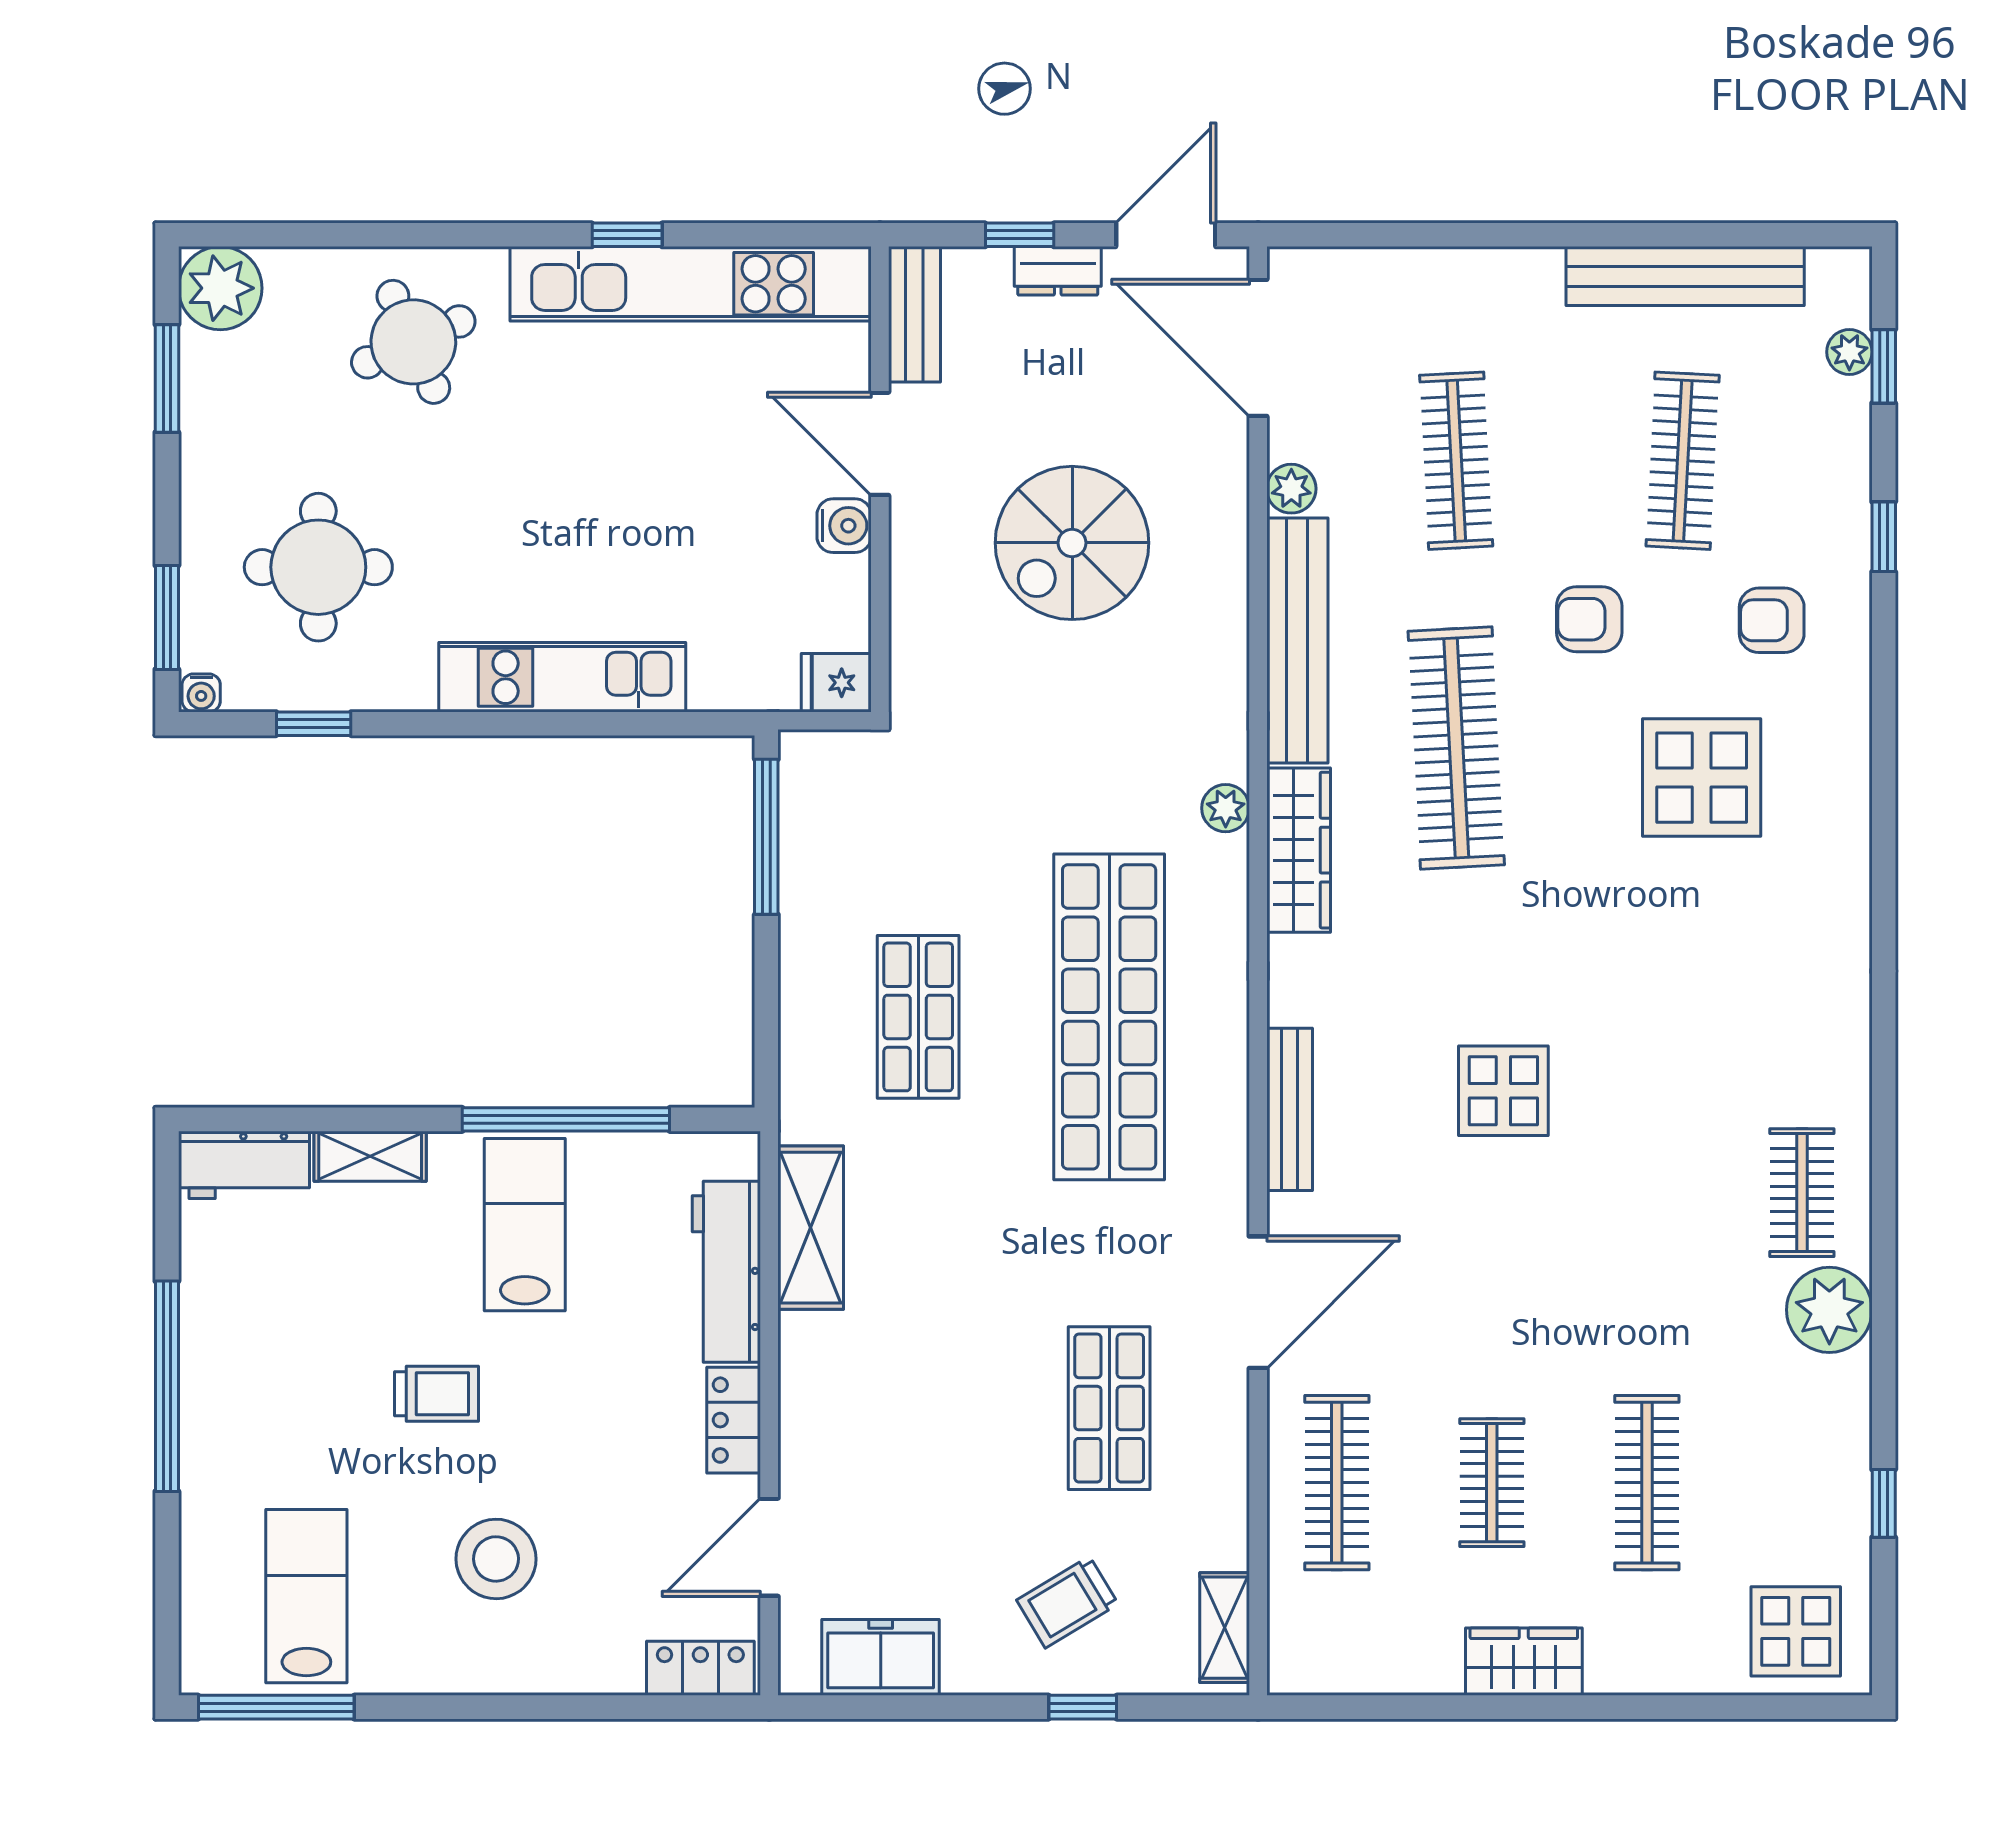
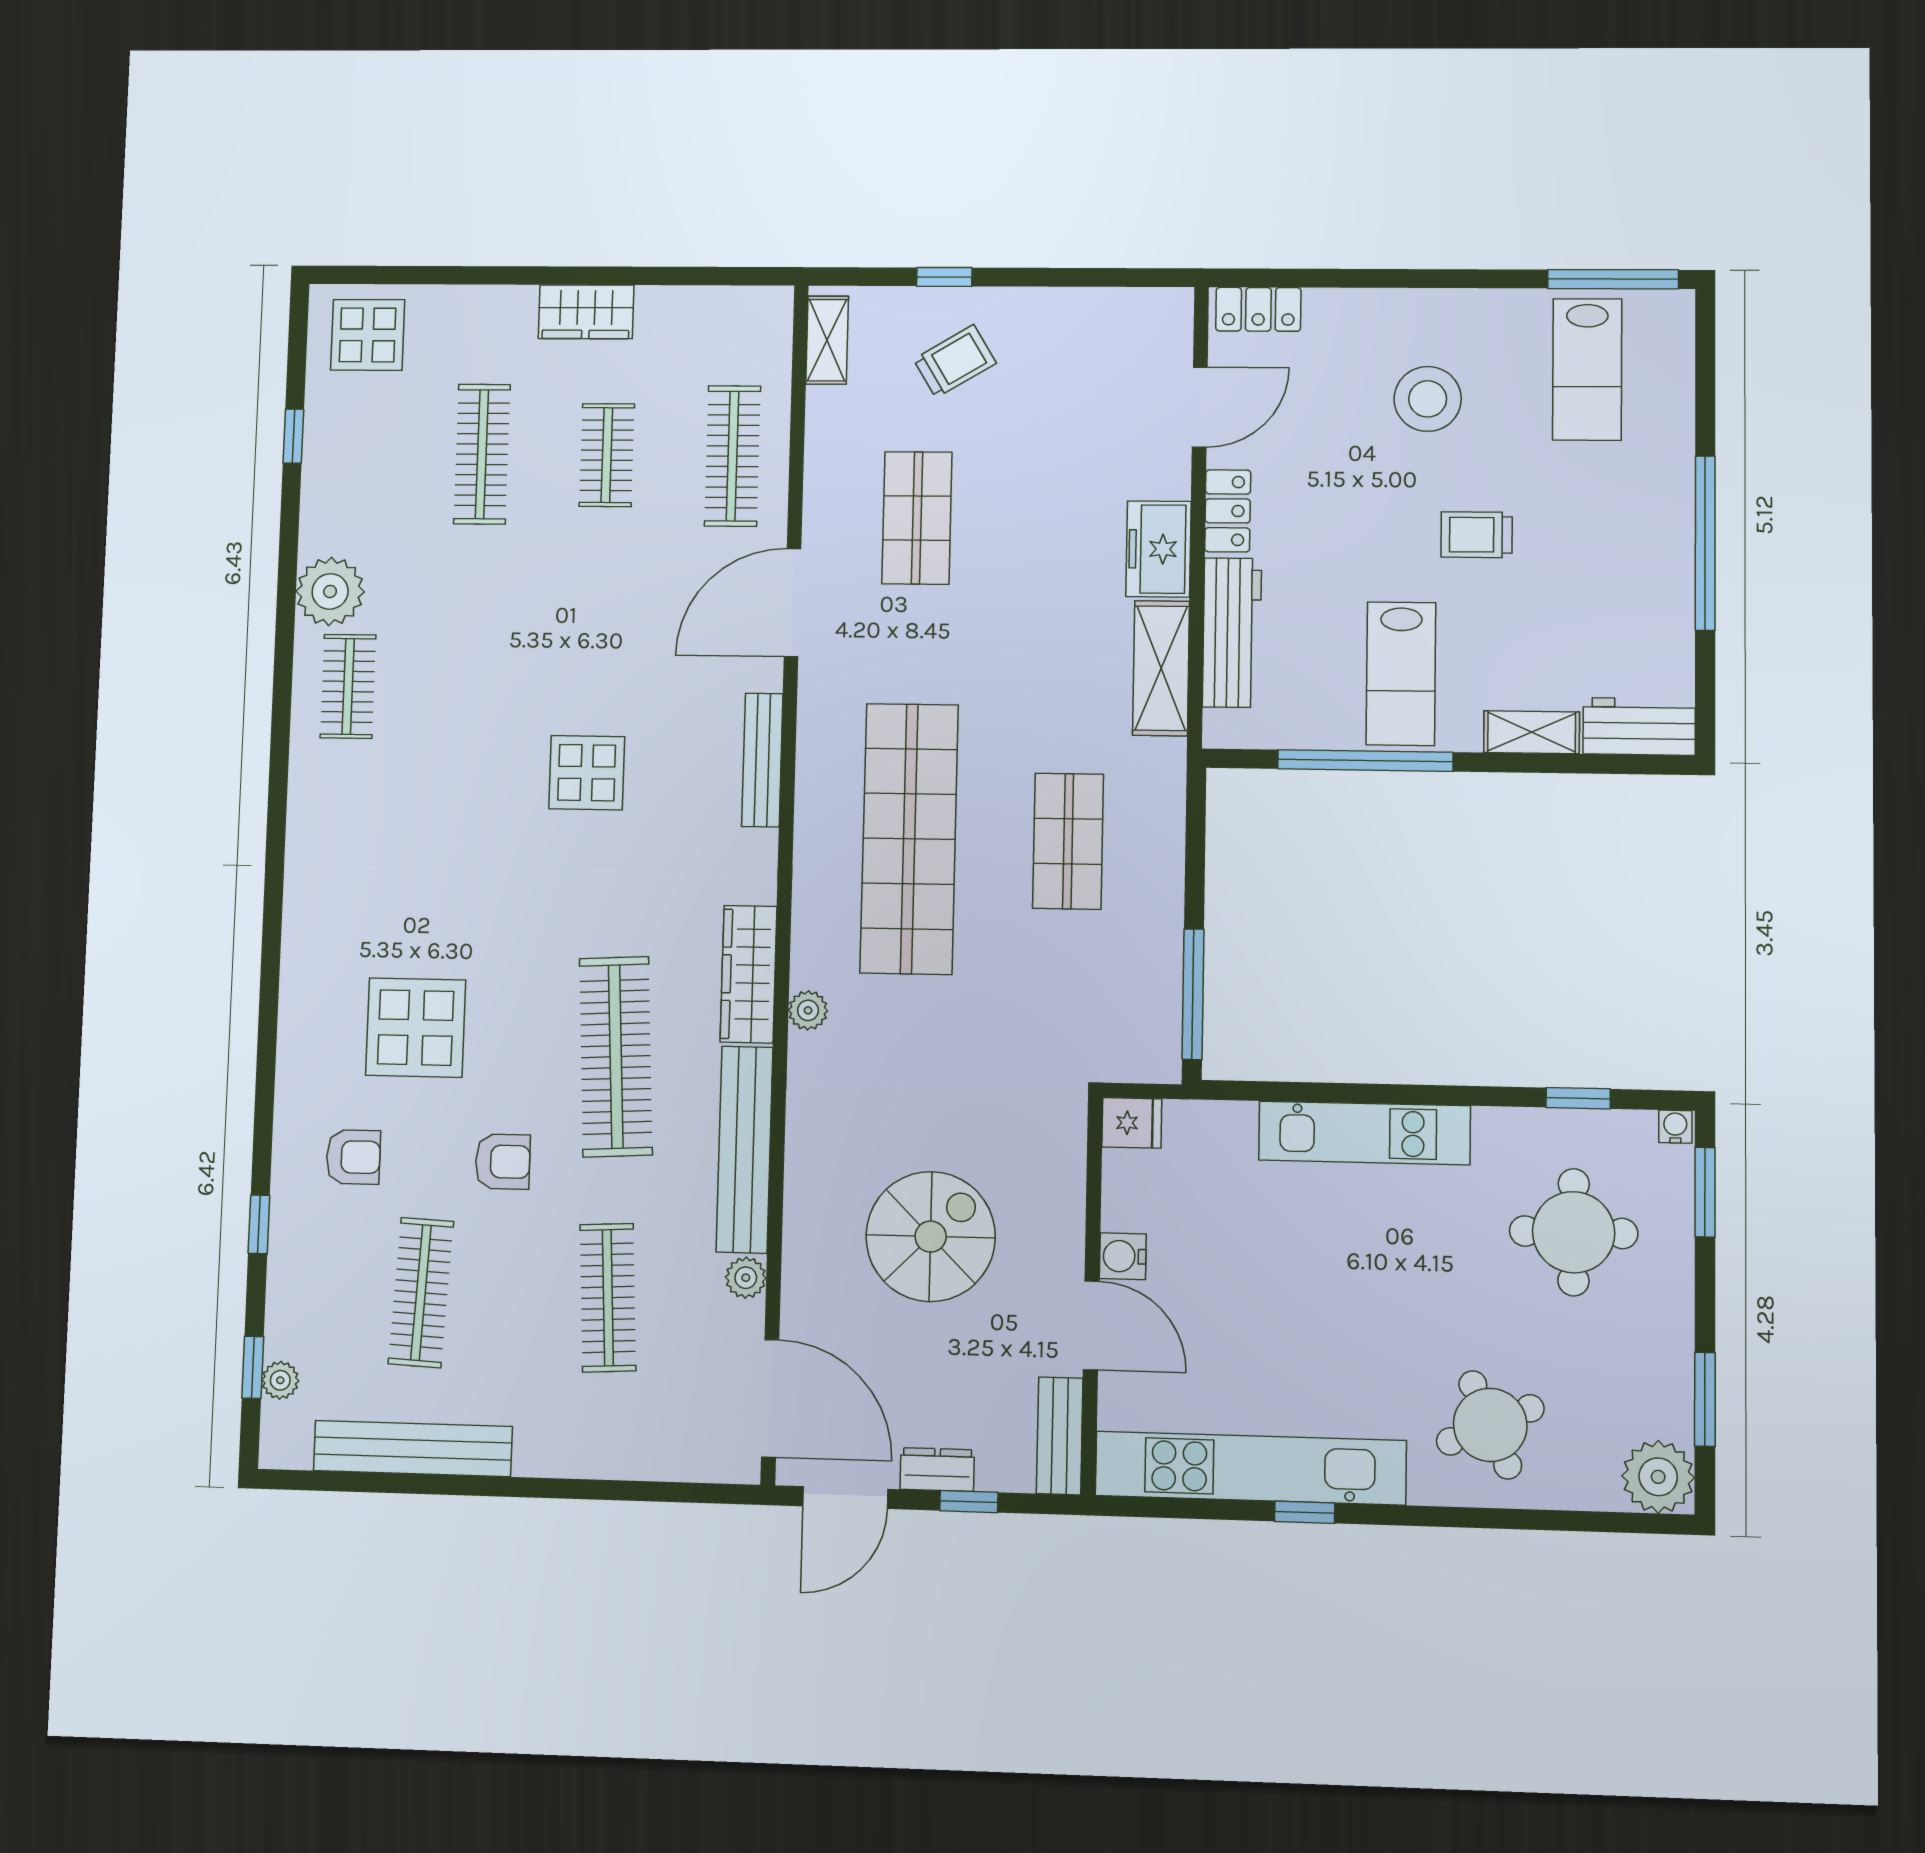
freezer: (881, 1657) -> (1159, 549), moved, turned 90

